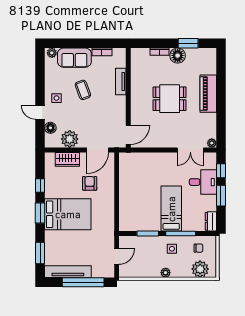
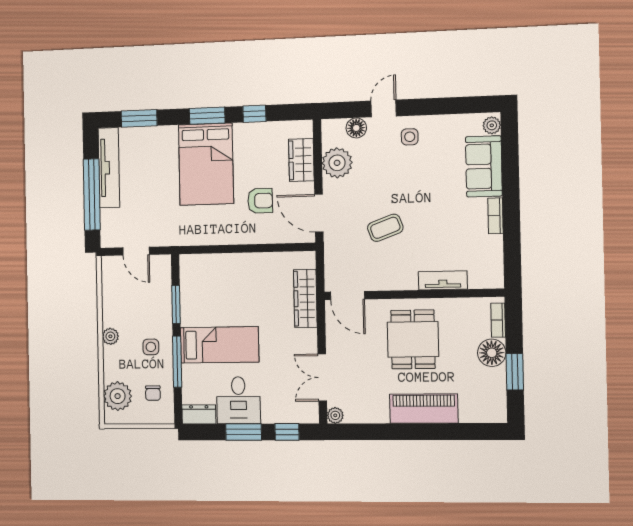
tv unit: (121, 81) -> (443, 280), moved
coffee table: (83, 90) -> (385, 228), moved
wall: (128, 98) -> (414, 294), moved
door: (128, 135) -> (347, 295), moved
wardrobe: (146, 159) -> (305, 299), added
desk: (203, 182) -> (238, 400), moved

